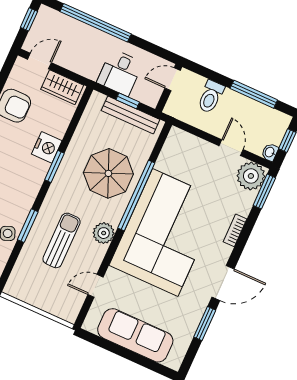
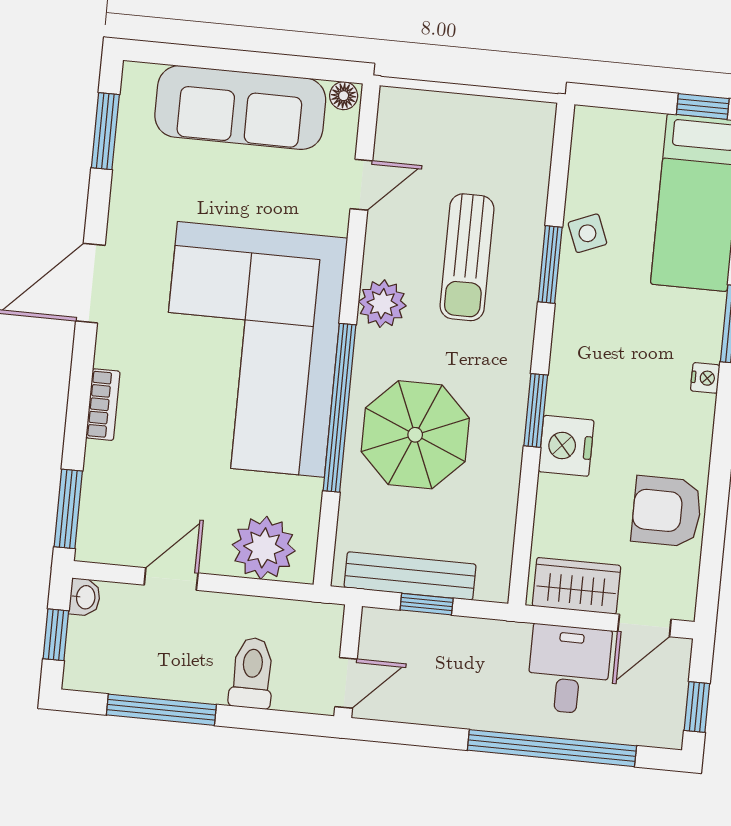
desk: (120, 73) -> (569, 669), moved
door: (231, 148) -> (171, 579), swing flipped
plant: (251, 176) -> (264, 548), moved
window: (205, 324) -> (105, 131), moved
floor lamp: (90, 326) -> (344, 96), added

